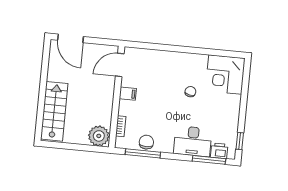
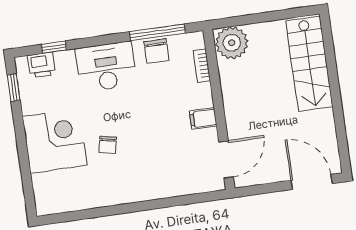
corner desk: (225, 75) -> (55, 141), moved
desk: (193, 141) -> (106, 67), moved
window: (209, 160) -> (54, 47), width x0.46

